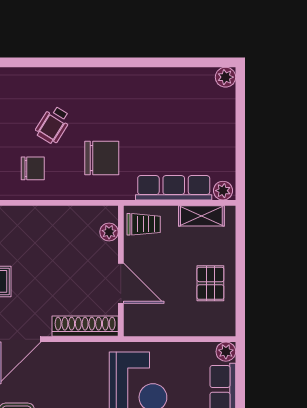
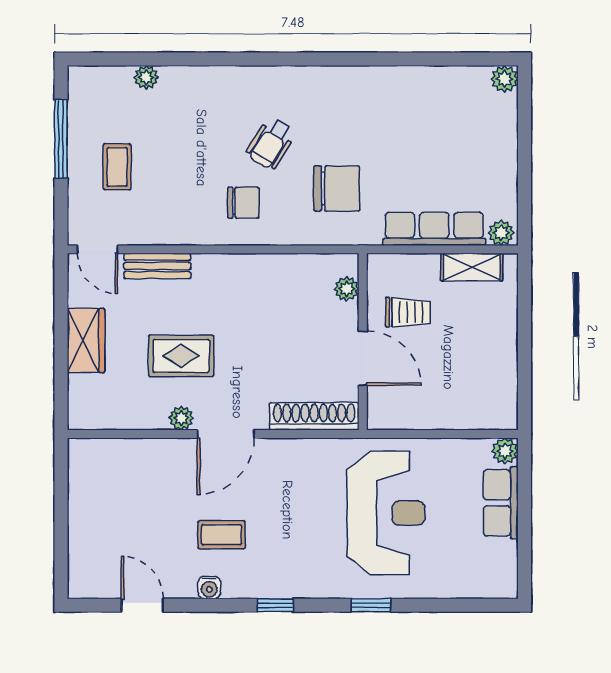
trolley: (144, 224) -> (408, 312), moved
pallet: (210, 283) -> (484, 358), removed

